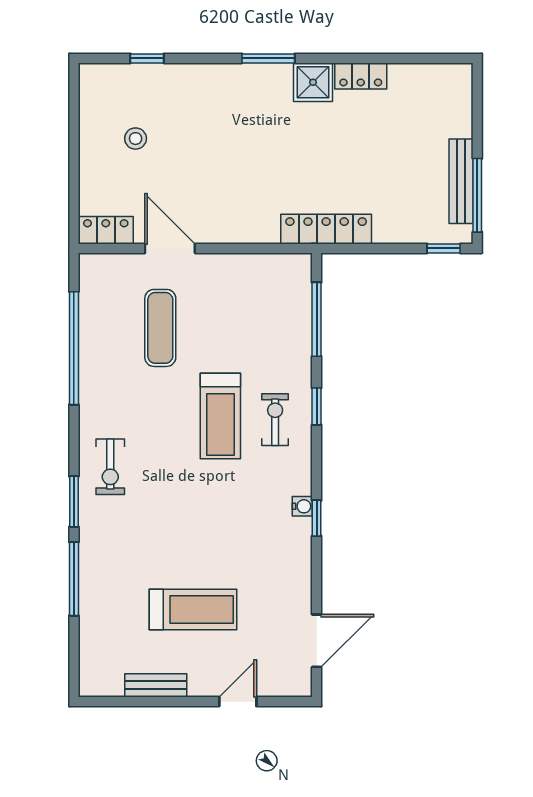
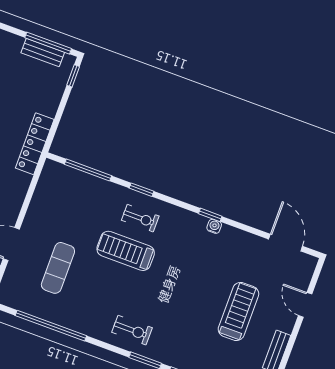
bench: (461, 181) -> (43, 53), width x0.73
exercise mat: (160, 328) -> (58, 268), turned 90
treadmill: (220, 416) -> (126, 251), turned 180
exercise bike: (275, 420) -> (140, 218), turned 180
water cooler: (302, 506) -> (214, 226), moved

